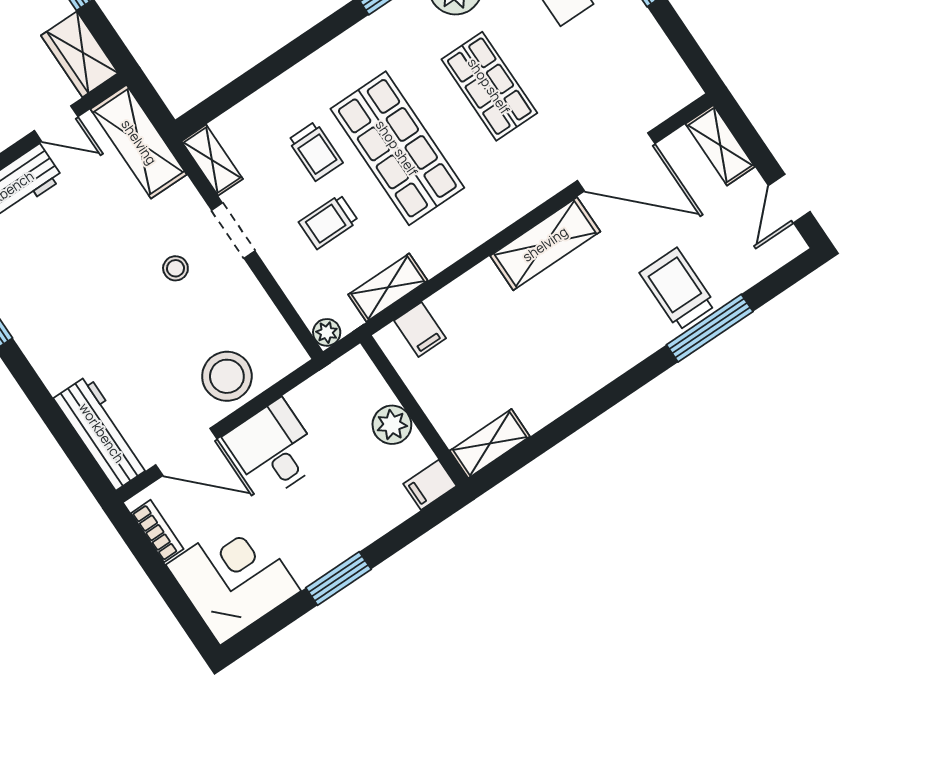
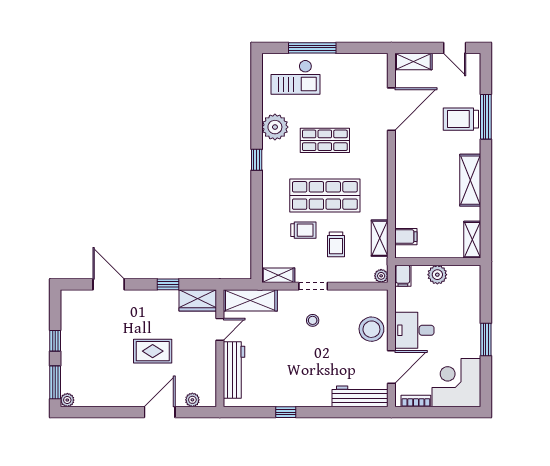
shelving: (545, 244) -> (470, 180), moved
filing cabinet: (430, 485) -> (403, 276), moved

